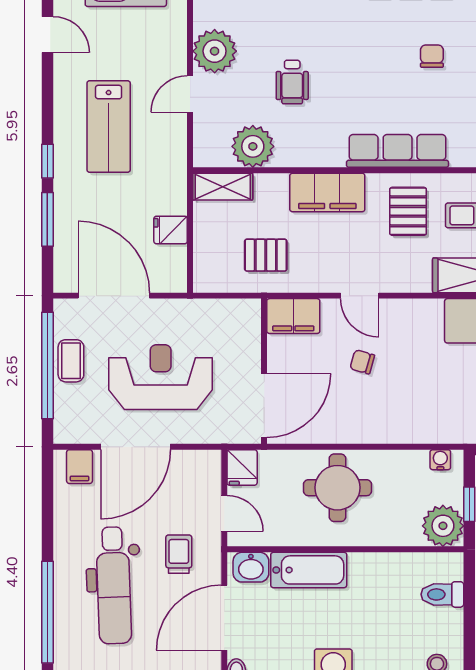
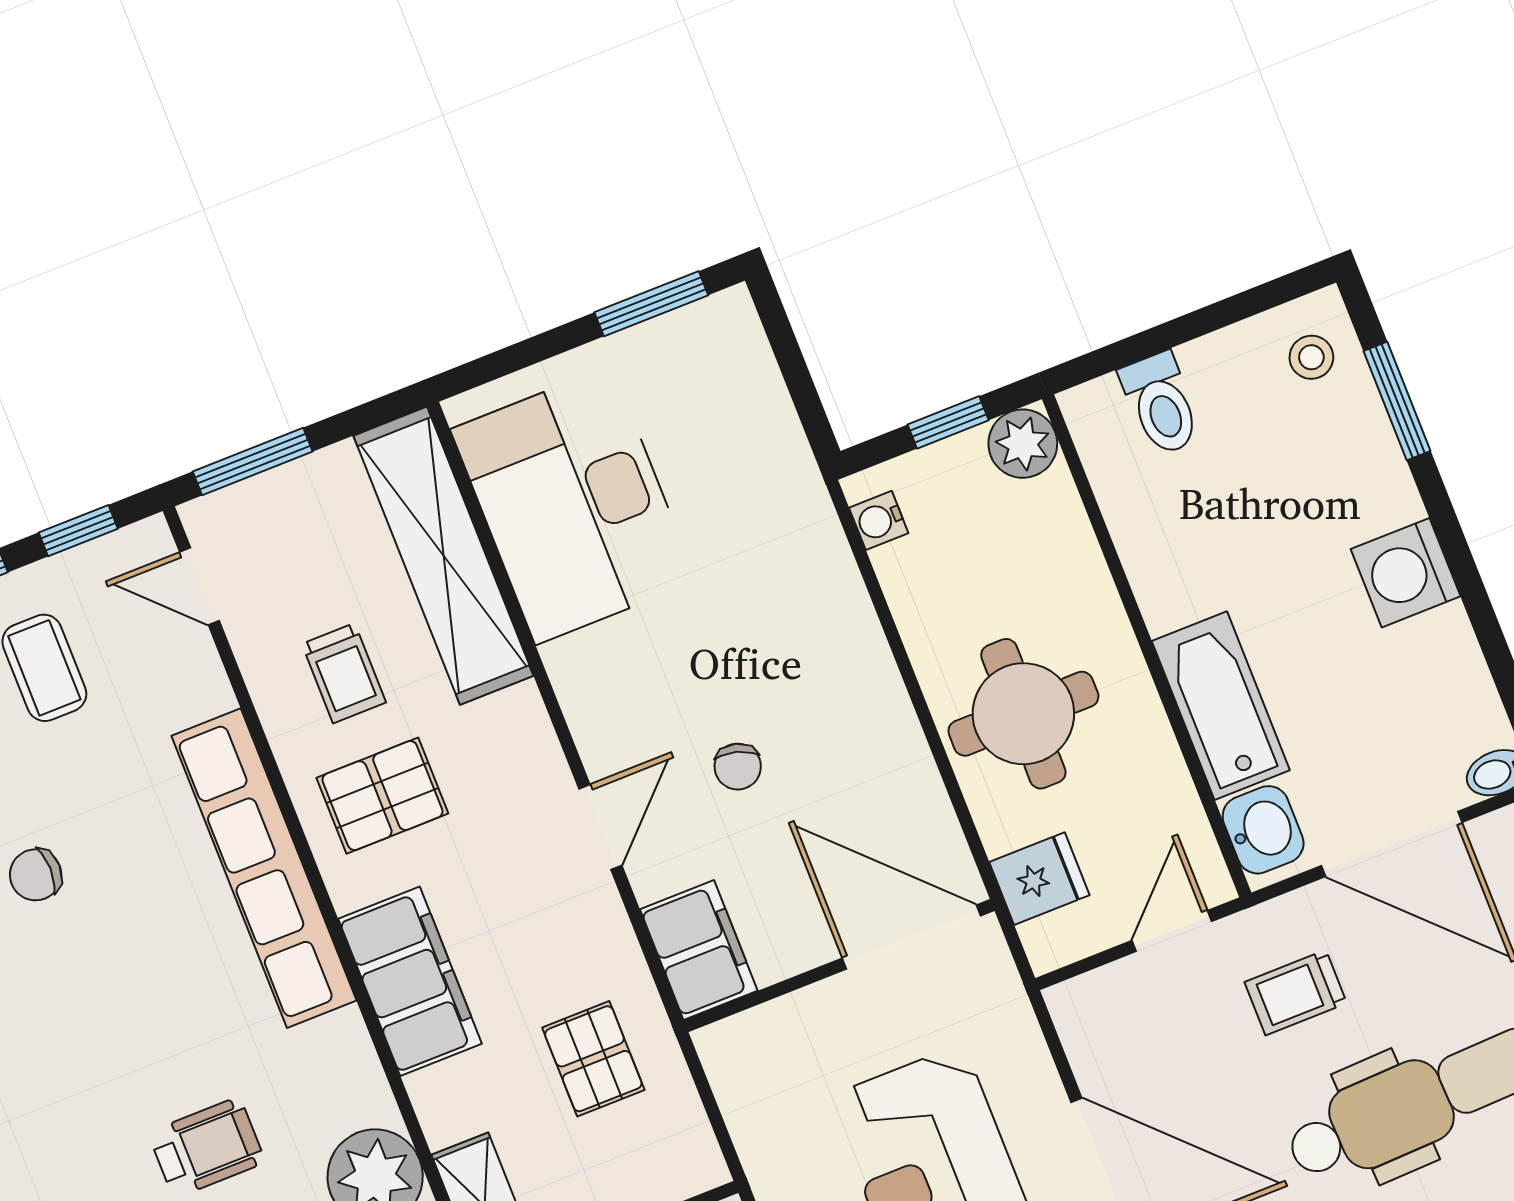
row of seats: (398, 151) -> (264, 868), width x1.36
fridge: (242, 467) -> (1039, 879), moved
plant: (443, 526) -> (1023, 444), width x0.73, depth x0.73

